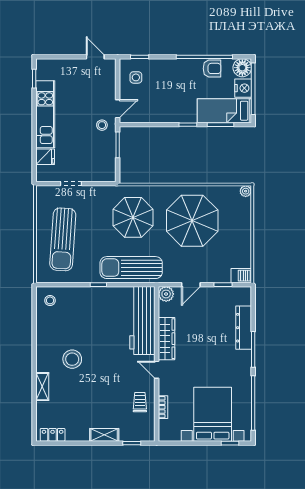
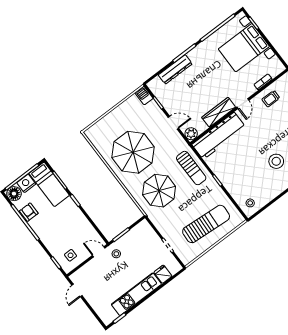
plant: (246, 191) -> (89, 133), removed
sun lounger: (131, 268) -> (191, 168), width x0.73, depth x0.75

